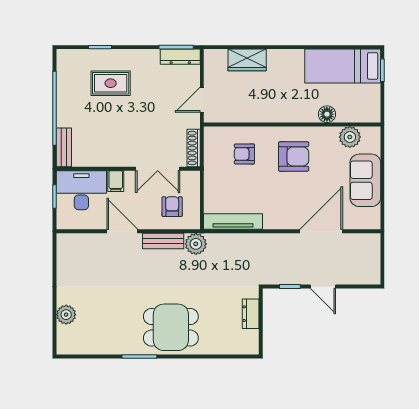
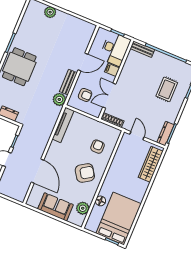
wardrobe: (247, 60) -> (151, 164), width x1.50
bed: (343, 66) -> (119, 219), width x1.50
armchair: (294, 156) -> (85, 173), turned -123

